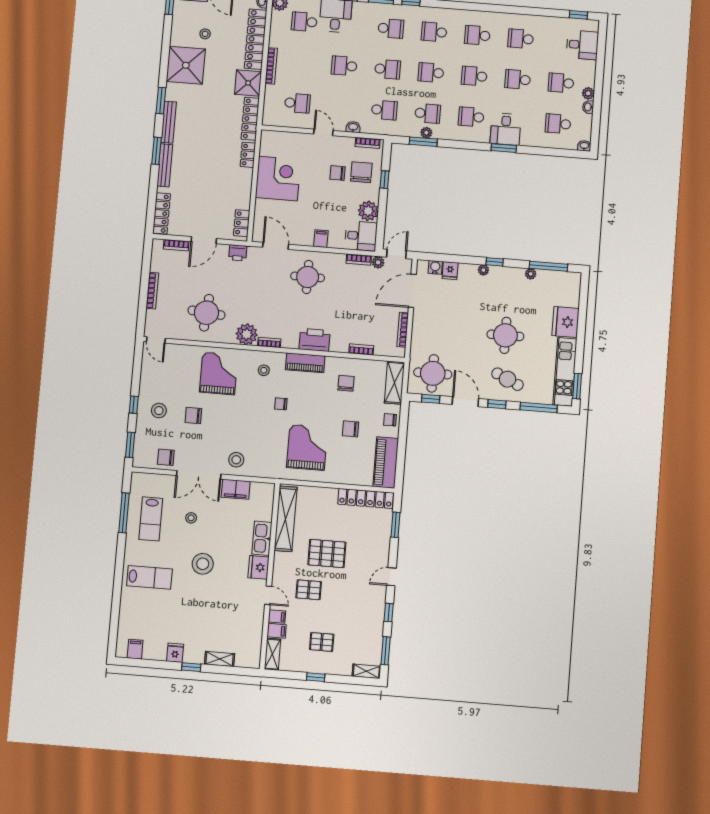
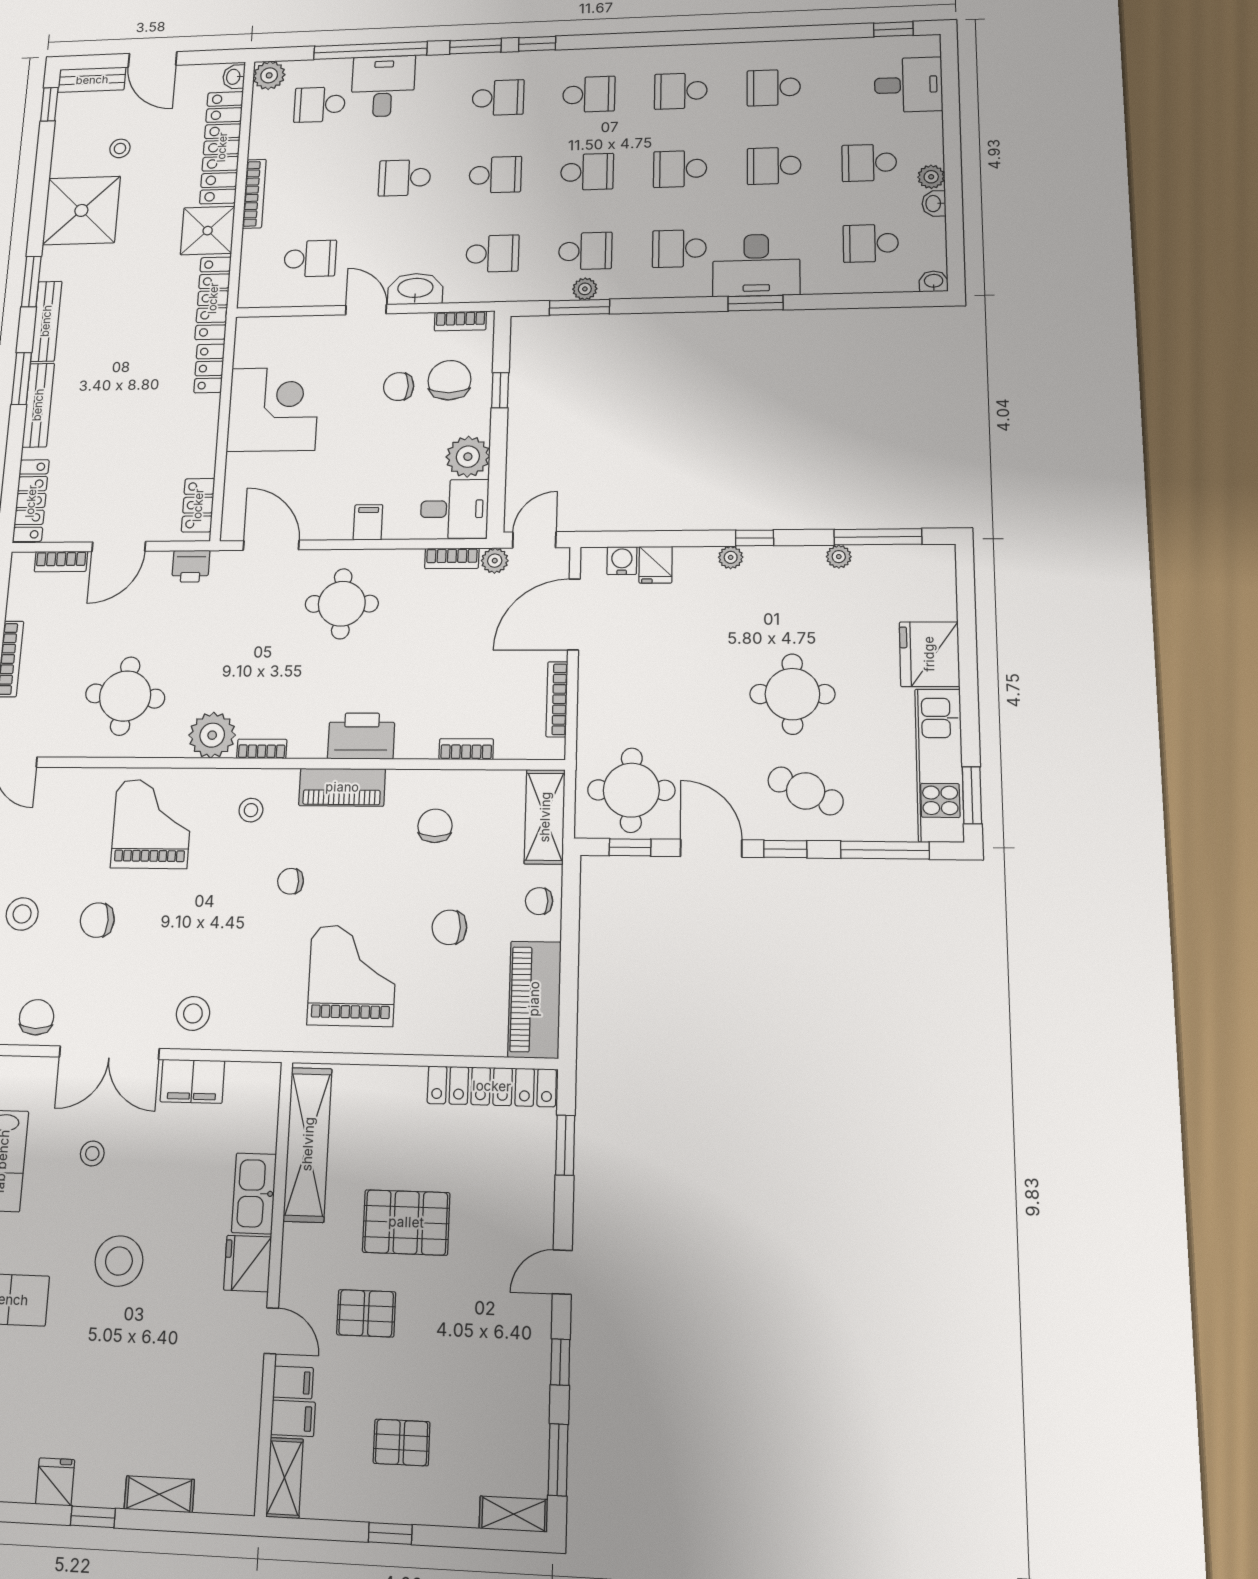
school desk: (434, 32) -> (589, 94), turned 180
school desk: (431, 73) -> (587, 172), turned 180
washbasin: (353, 127) -> (415, 289), width x1.91, depth x1.45
desk: (506, 129) -> (756, 265), width x1.37
chair: (166, 457) -> (37, 1017), turned 90

